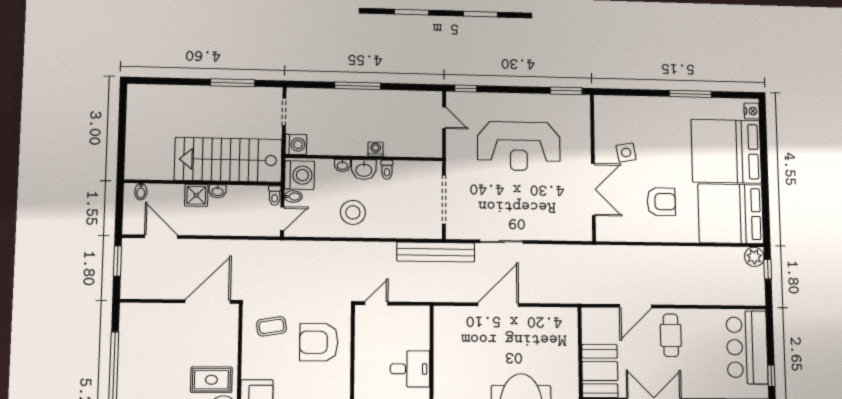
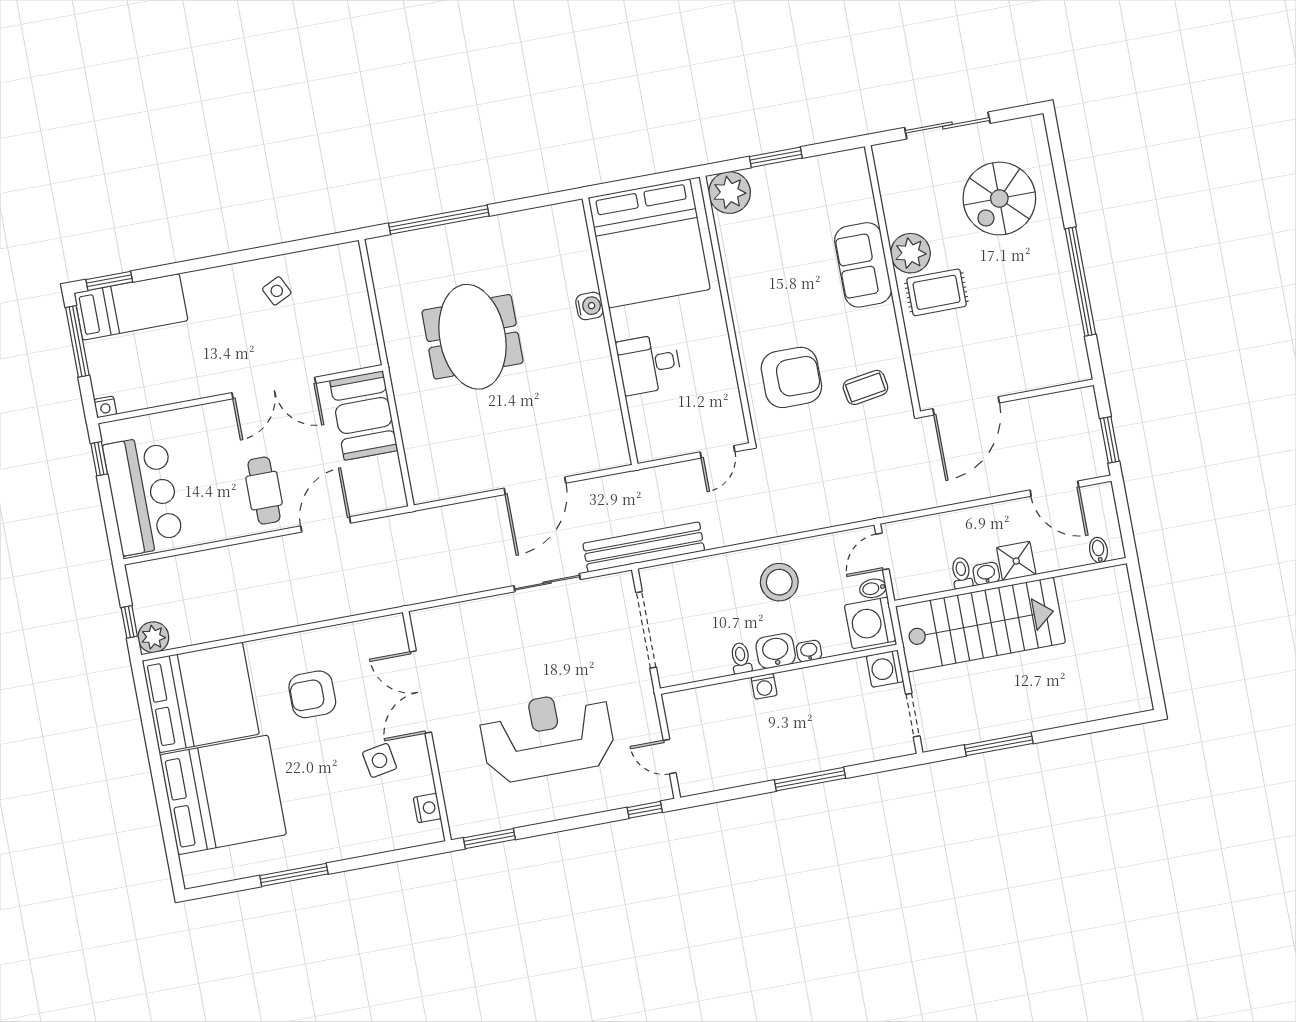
nightstand: (752, 111) -> (427, 808), moved, turned 180
toilet: (275, 196) -> (962, 573), moved

